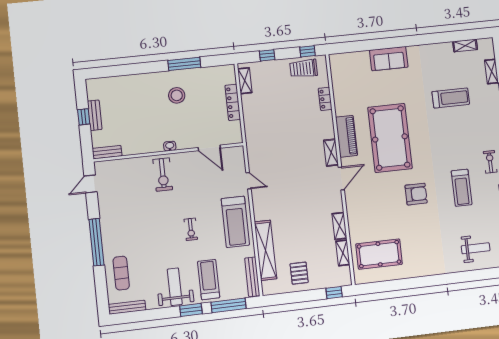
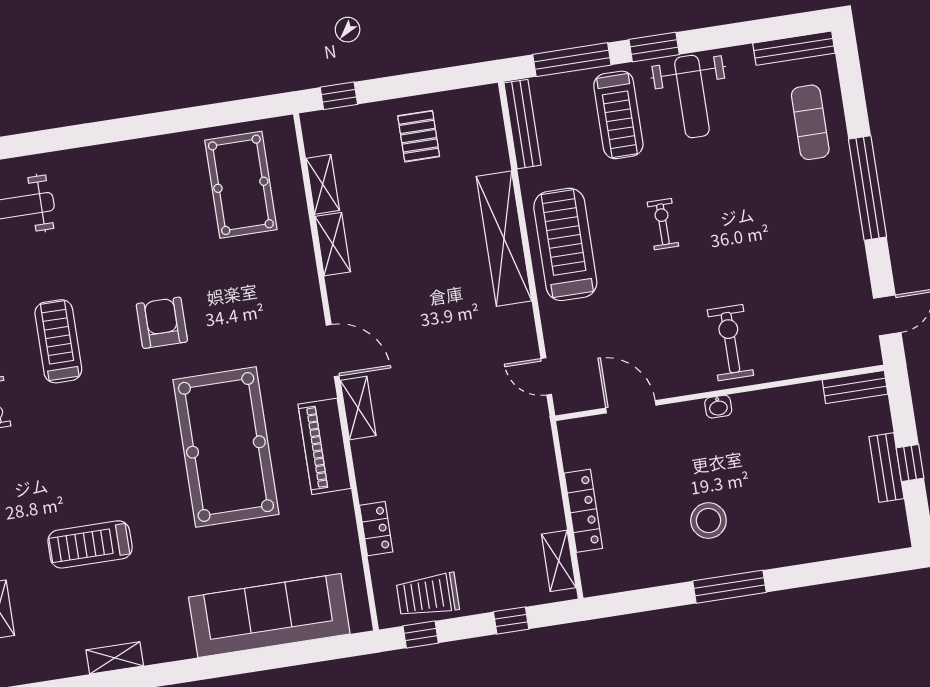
shelving: (465, 46) -> (115, 658), moved
sofa: (389, 59) -> (269, 615), width x1.85, depth x1.27
window: (184, 64) -> (729, 587), moved
trolley: (304, 68) -> (428, 595), turned 180
door: (341, 179) -> (333, 351), swing flipped
door: (249, 181) -> (546, 376), moved
armchair: (416, 194) -> (162, 323), turned 90
shelving: (266, 250) -> (504, 239), moved
pool table: (379, 254) -> (241, 185), turned 90

